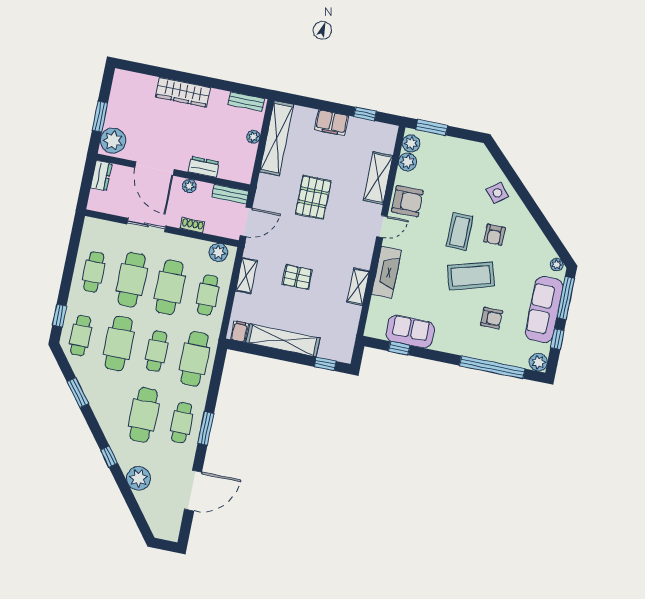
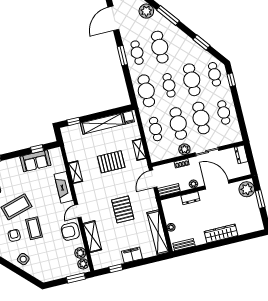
dresser: (101, 176) -> (241, 154), moved
plant: (218, 252) -> (184, 149), moved
pallet: (297, 277) -> (111, 162), width x1.50, depth x1.42
window: (109, 457) -> (168, 15), width x2.17

